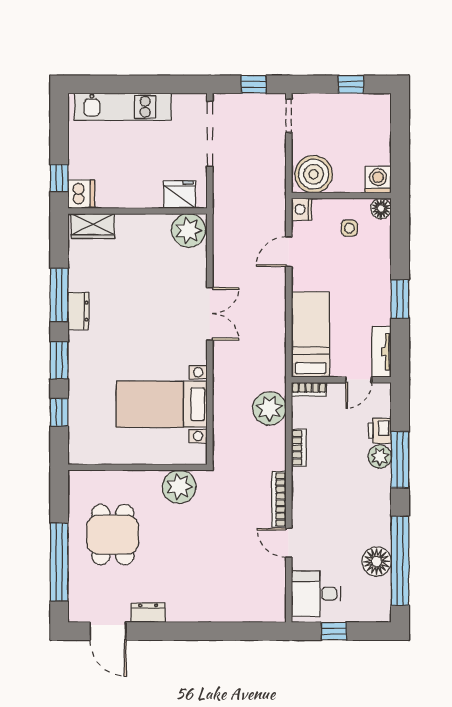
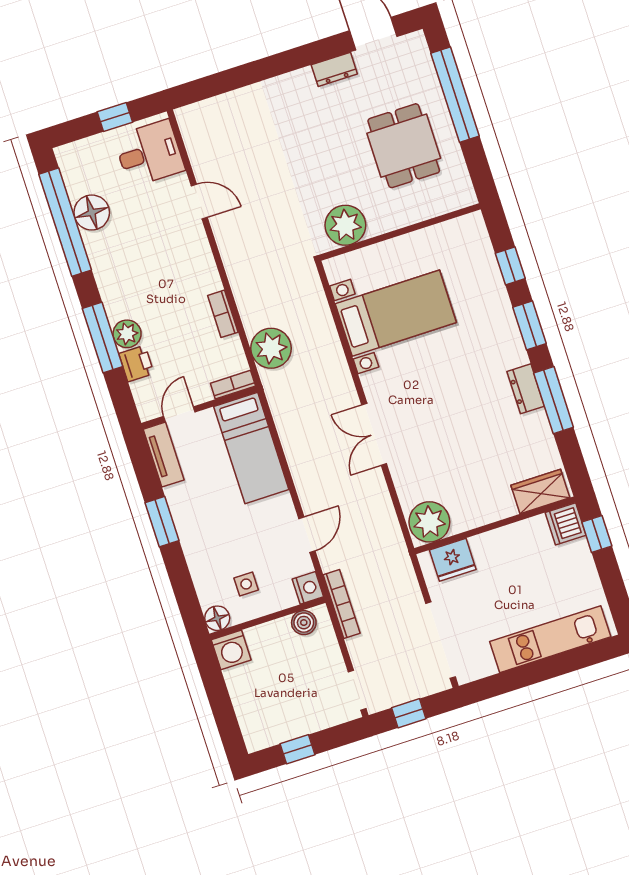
boiler: (314, 174) -> (304, 623), width x0.54, depth x0.54
bookcase: (279, 499) -> (342, 604), moved

